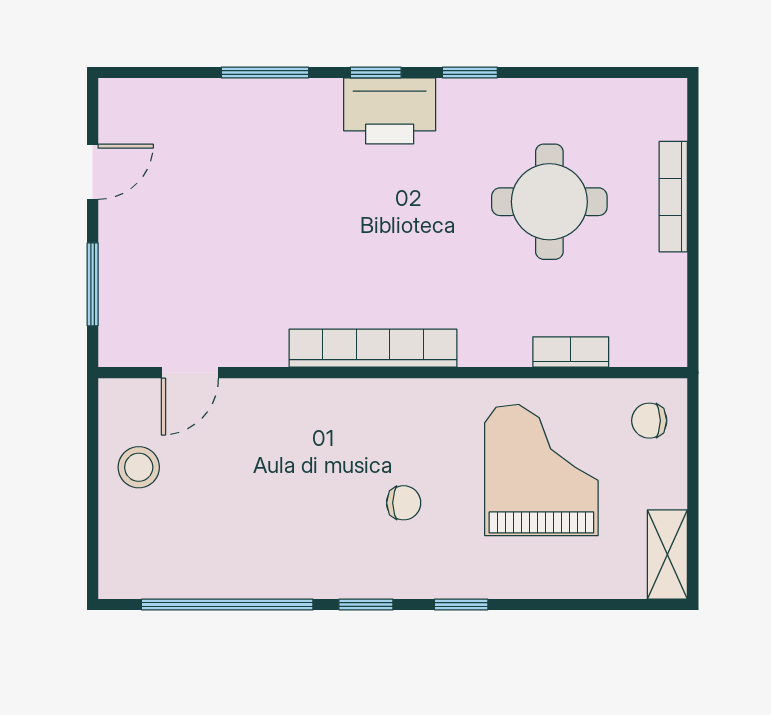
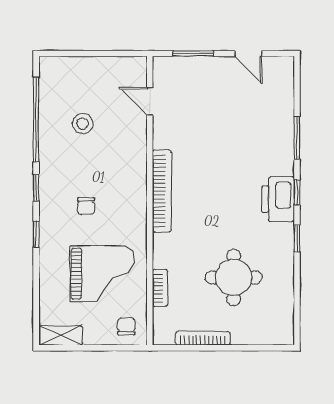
bookcase: (673, 197) -> (203, 338), moved
stool: (139, 467) -> (83, 124), moved

